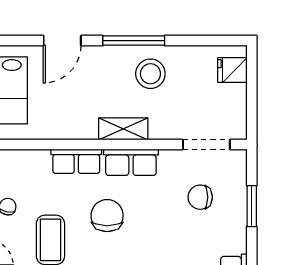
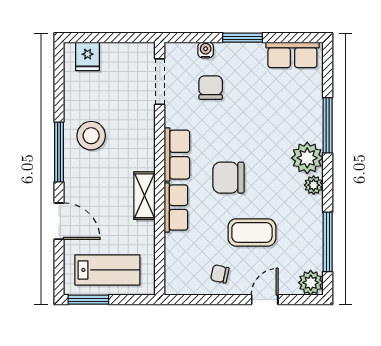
shelving: (123, 129) -> (145, 196), moved
water cooler: (239, 192) -> (206, 50), added
chair: (200, 197) -> (211, 88), turned 180
window: (252, 206) -> (242, 38), moved

